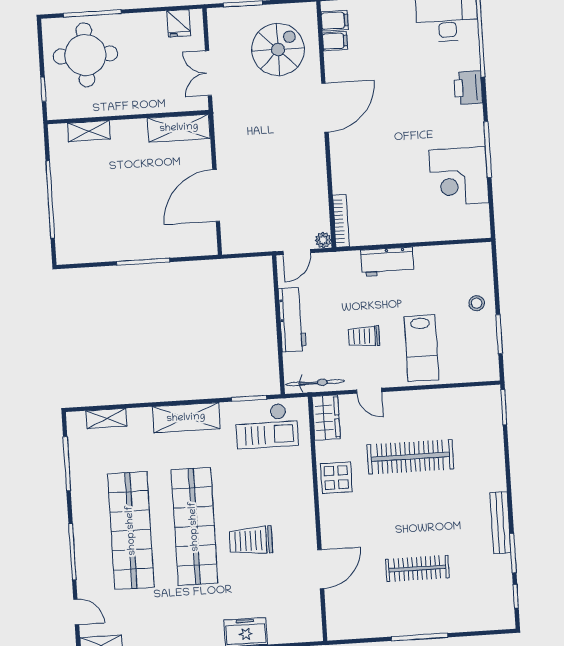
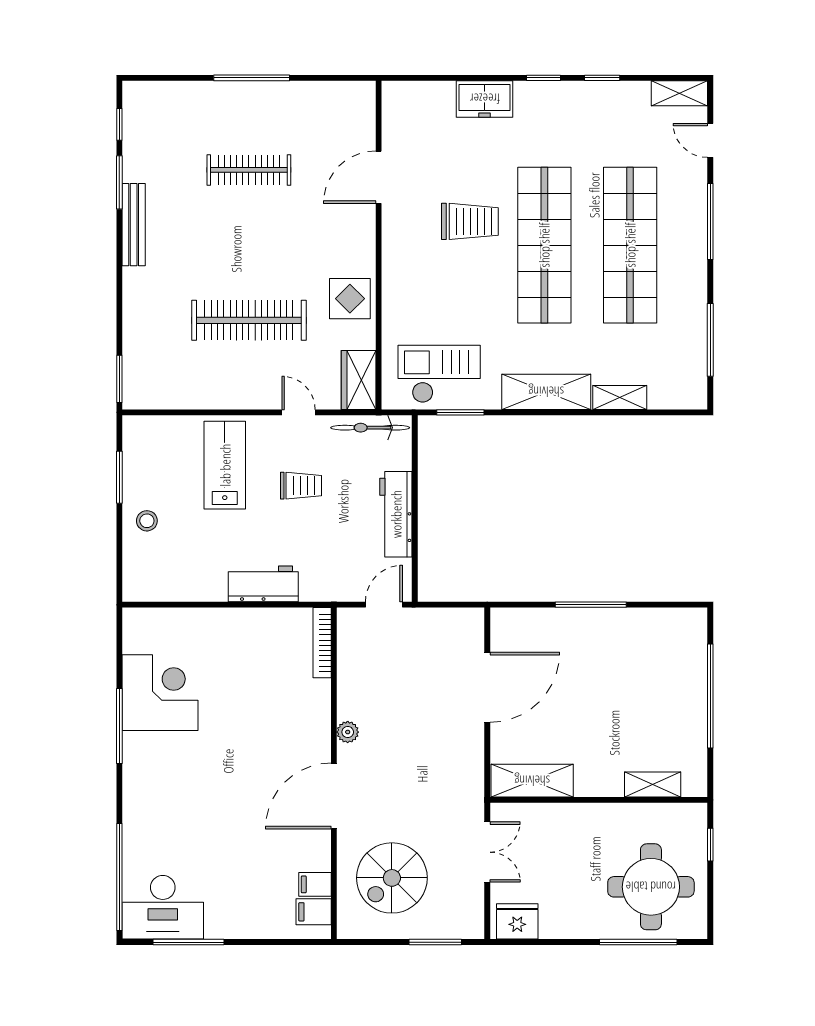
fridge: (179, 23) -> (517, 921), width x1.38
printer: (468, 88) -> (140, 811), removed
plant: (323, 240) -> (348, 732), moved
shelving: (106, 418) -> (620, 398), moved

